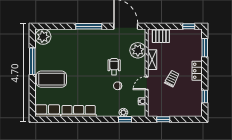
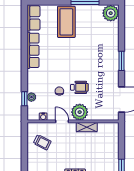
window: (89, 26) -> (121, 61), width x0.69
pallet: (161, 36) -> (111, 136), removed
plant: (138, 50) -> (80, 112), moved
trolley: (172, 79) -> (42, 142), moved
window: (163, 119) -> (24, 139), removed

